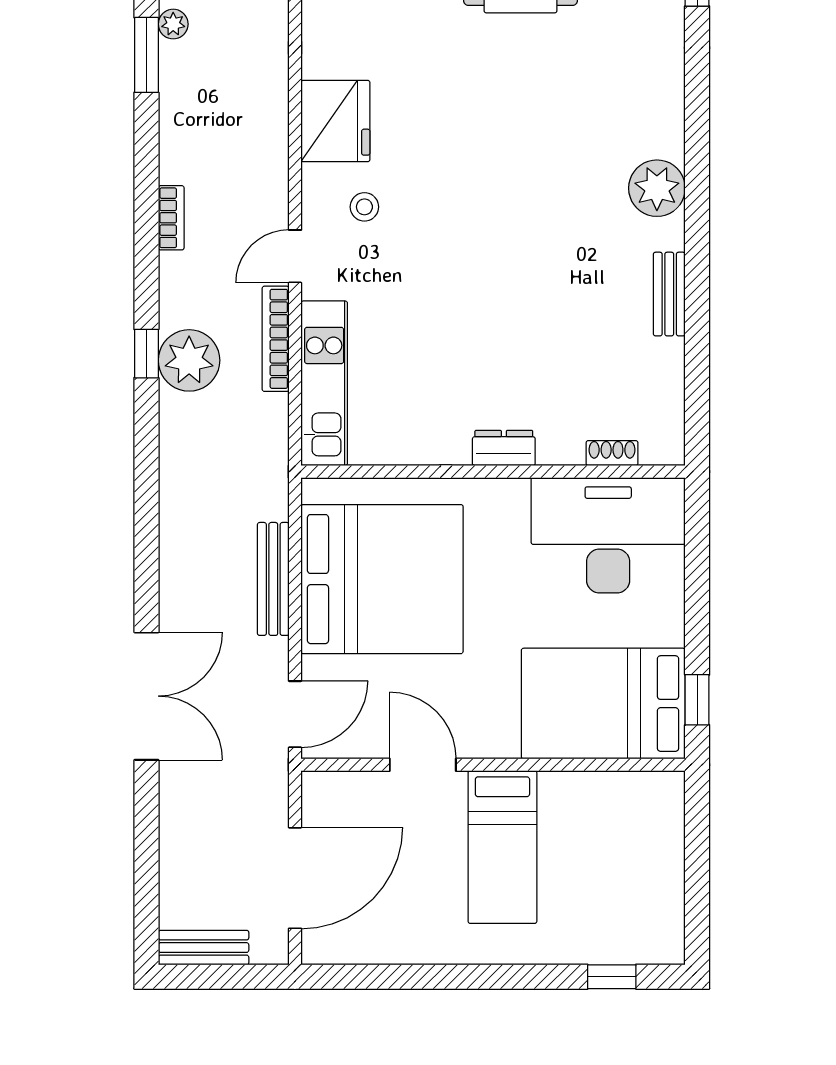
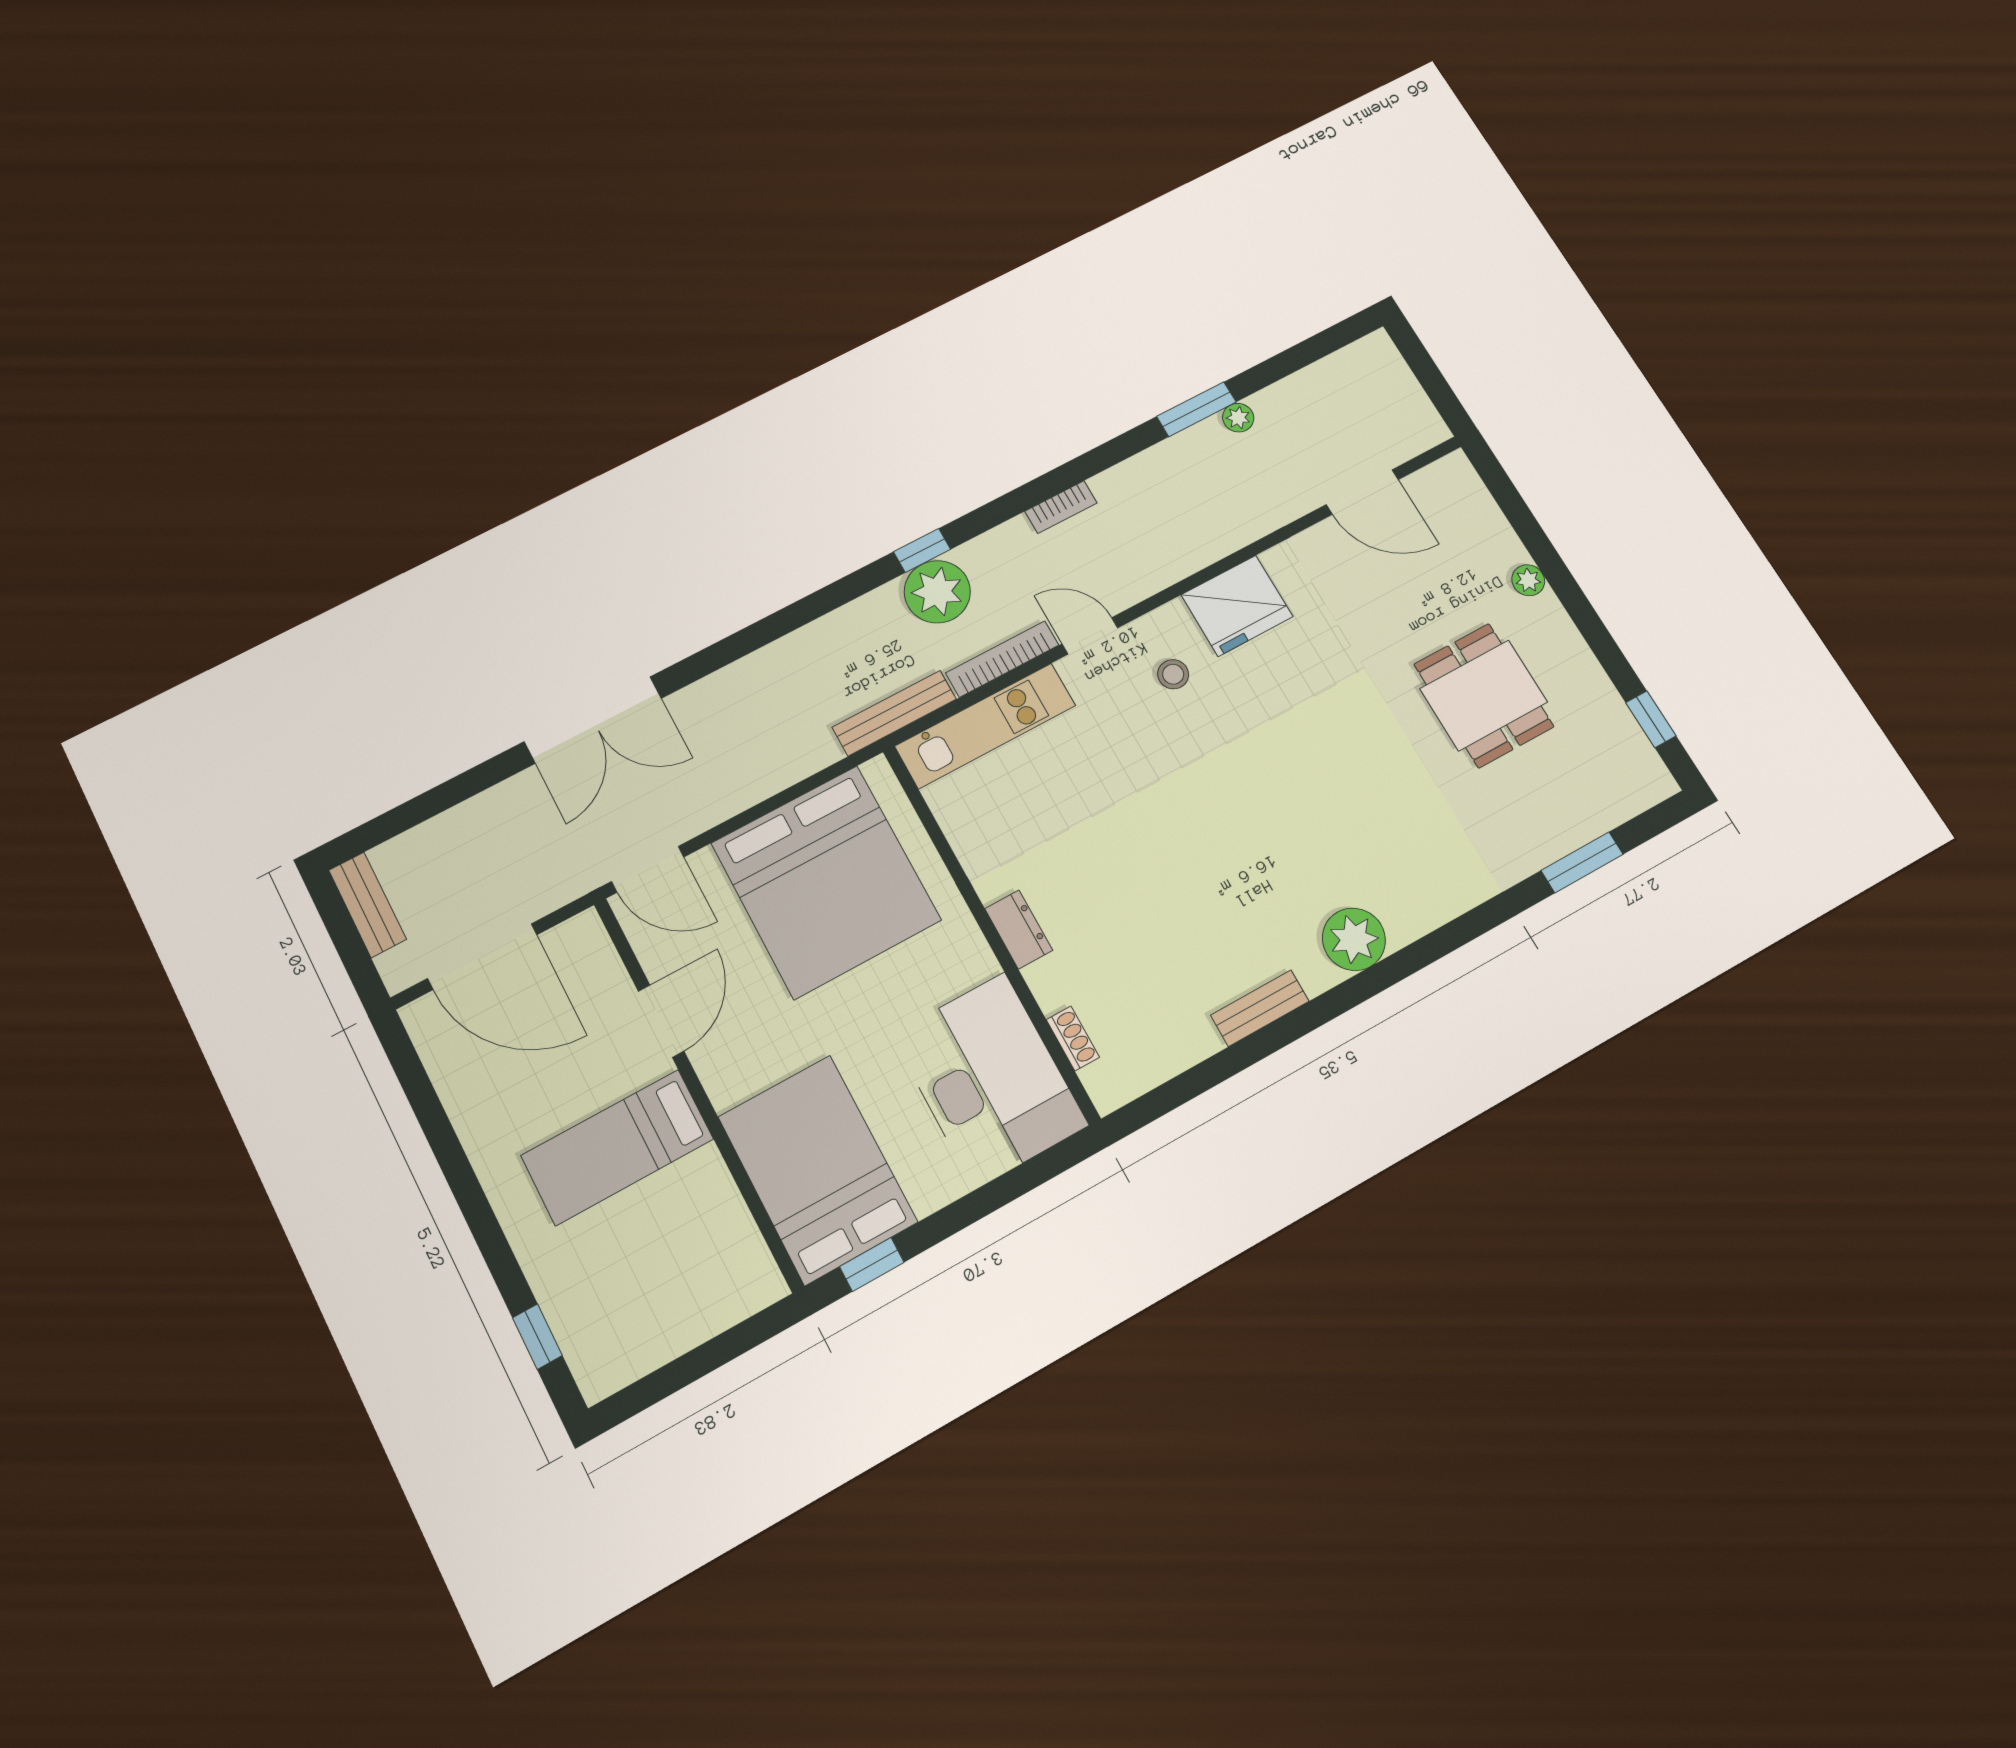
bench: (273, 579) -> (894, 713), moved

